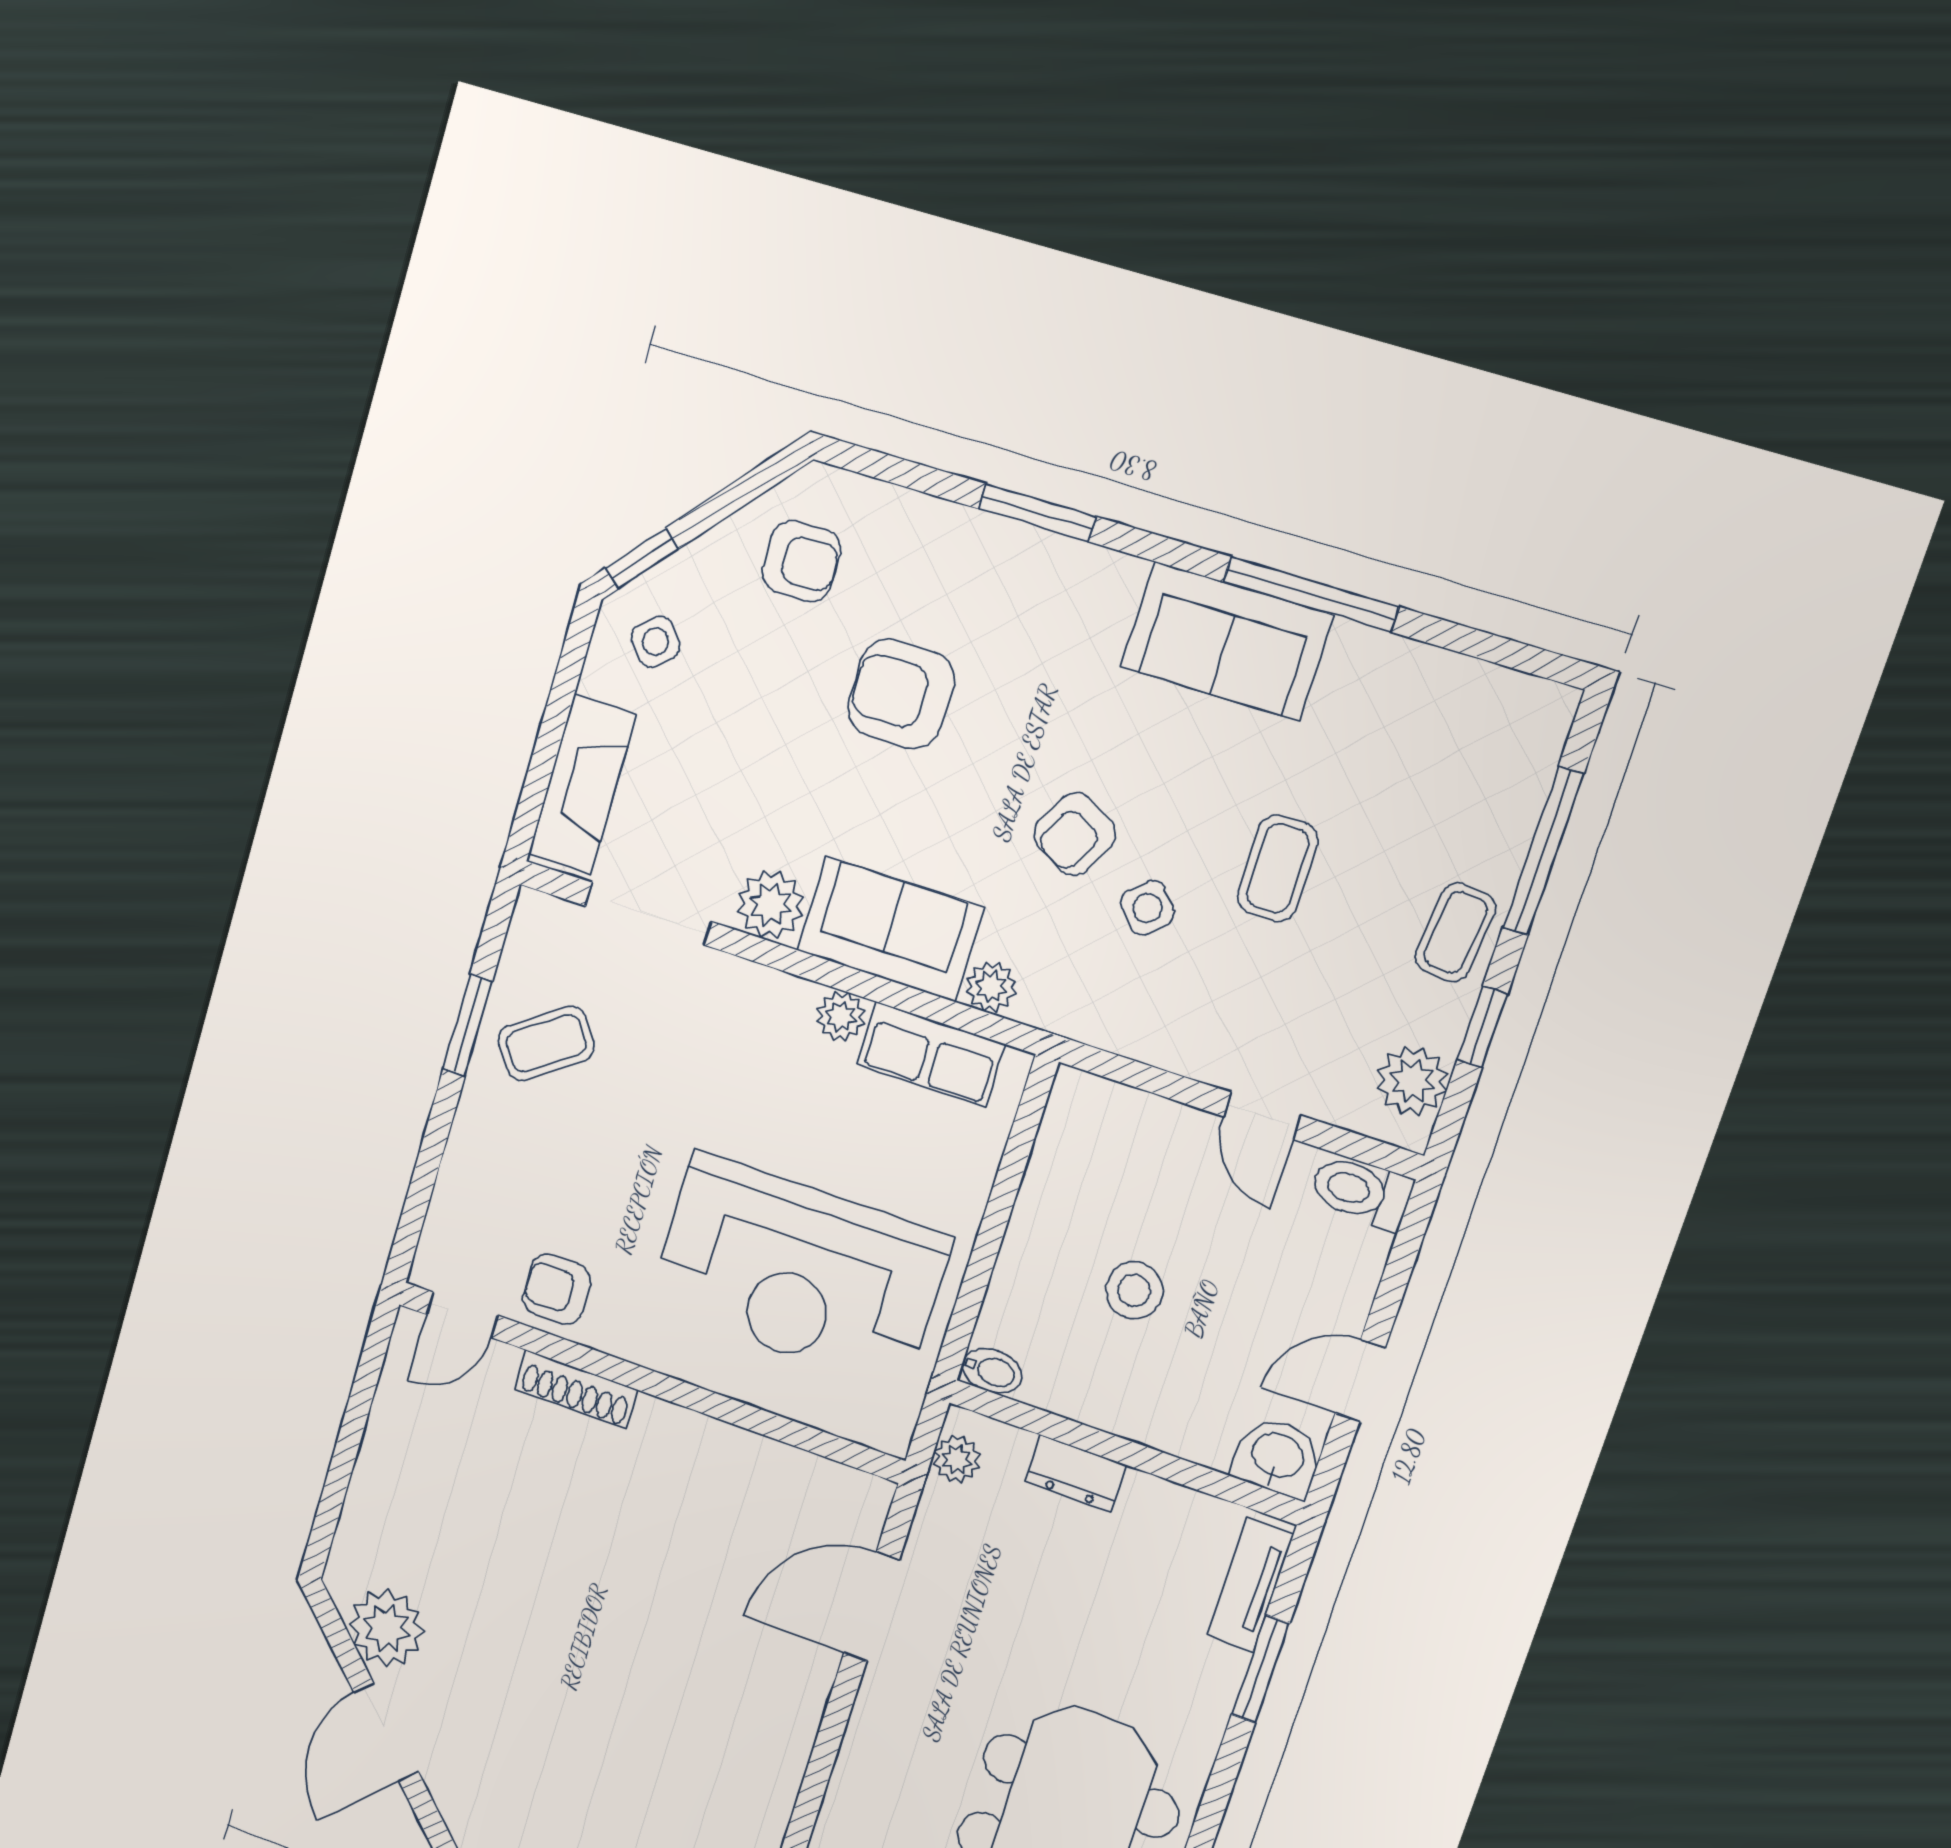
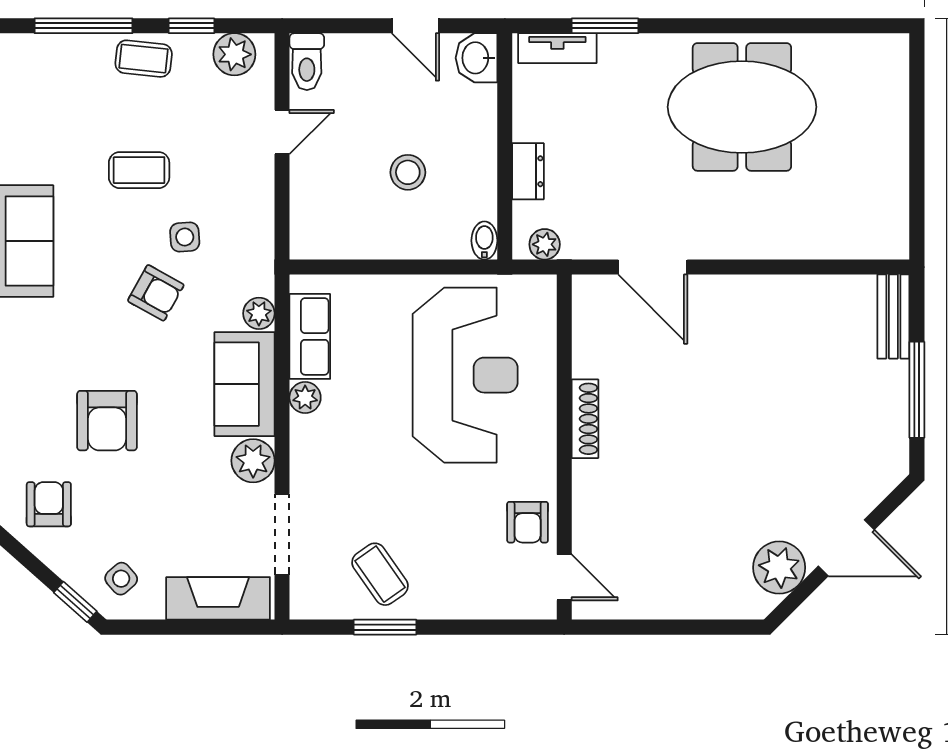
side table: (1147, 908) -> (185, 237), turned 38
shoe rack: (576, 1389) -> (585, 419), moved

